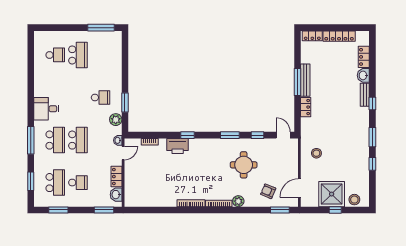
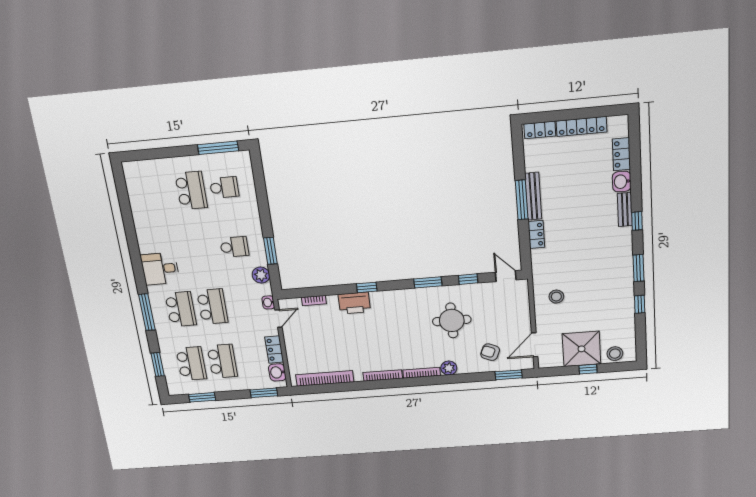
school desk: (55, 55) -> (224, 187), moved
school desk: (78, 183) -> (222, 361), width x1.85
bookcase: (149, 202) -> (325, 378), added

